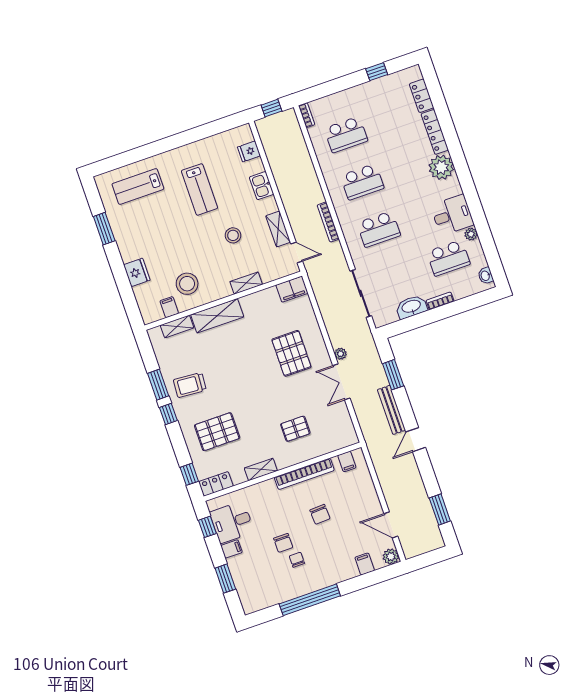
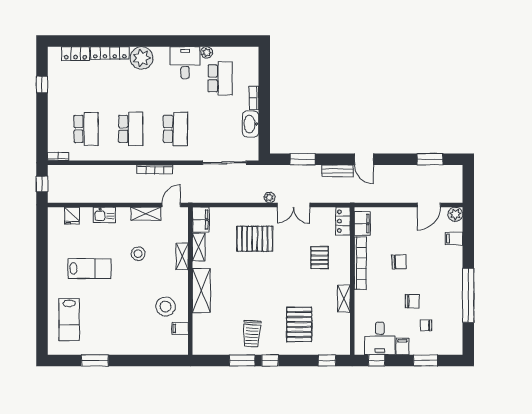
fridge: (137, 272) -> (141, 346), removed
washbasin: (486, 276) -> (246, 52), removed
shelving: (177, 326) -> (199, 247), moved
bench: (392, 410) -> (338, 171), width x0.73
filing cabinet: (347, 461) -> (362, 224), width x2.00
locker: (216, 484) -> (343, 221), moved
chair: (297, 560) -> (426, 325), moved

